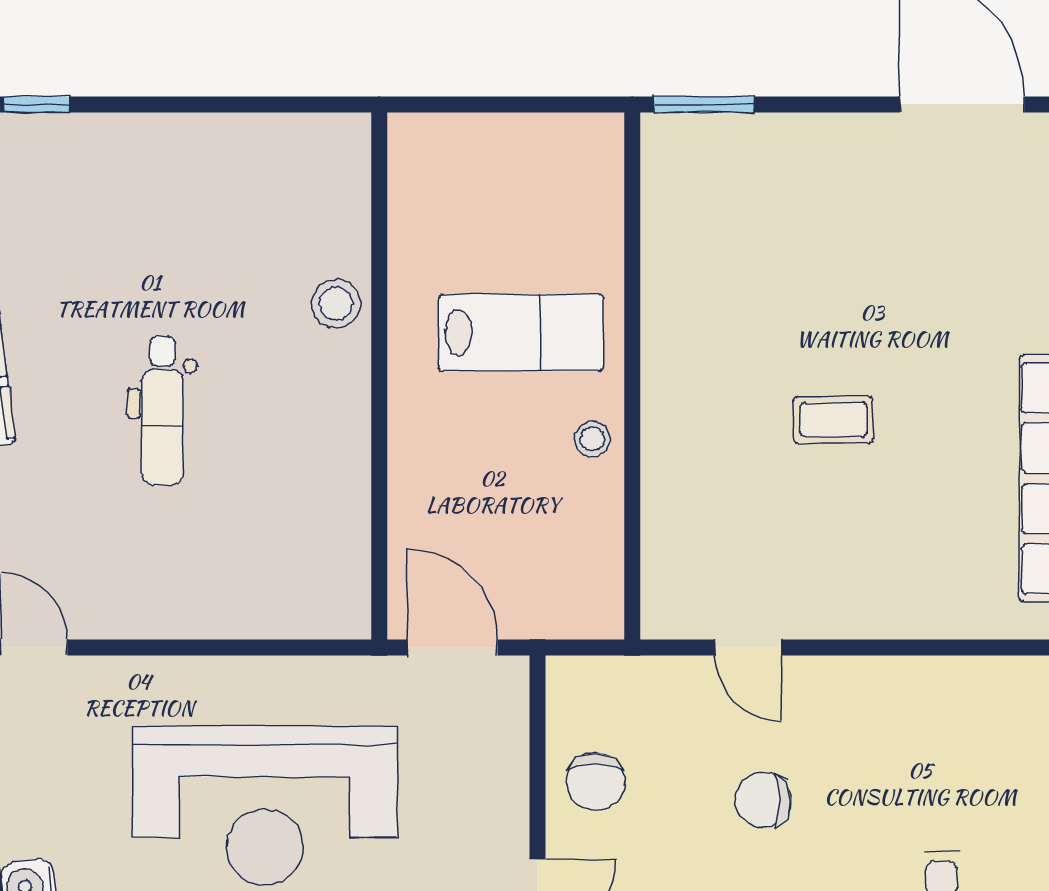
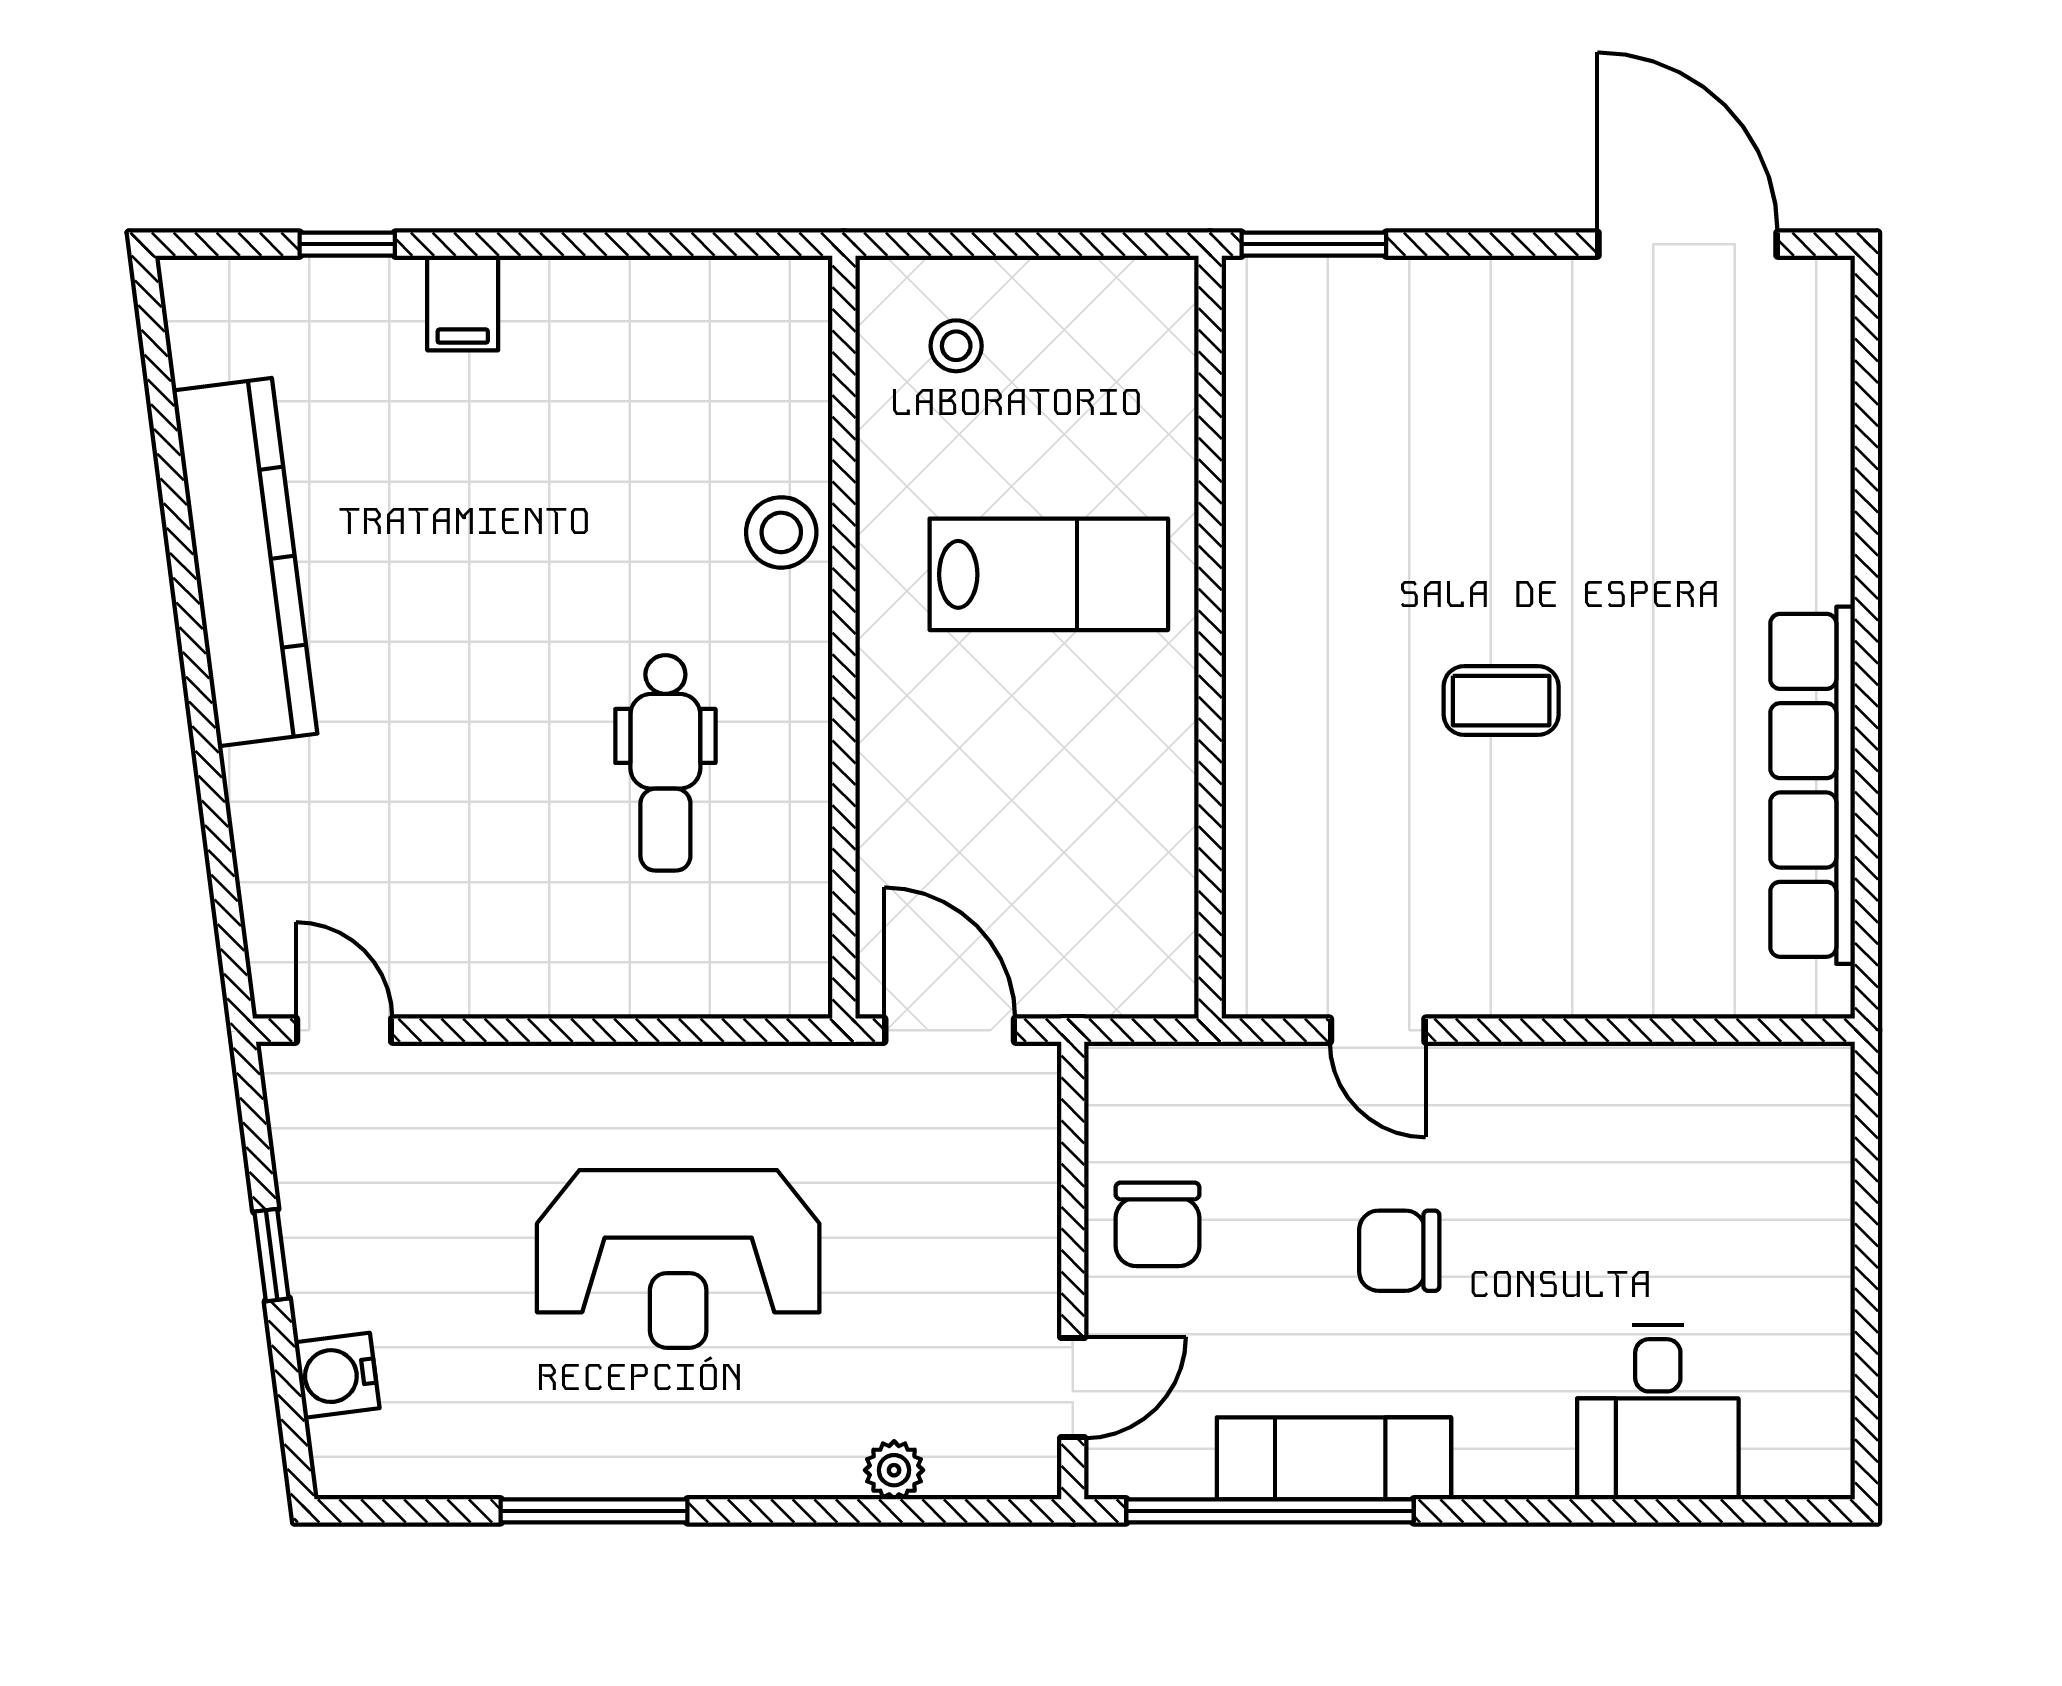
filing cabinet: (116, 145) -> (463, 303), added
dental chair: (162, 411) -> (665, 763), moved
stool: (592, 439) -> (956, 346), moved
reception desk: (265, 806) -> (678, 1259), width x0.74, depth x0.77

